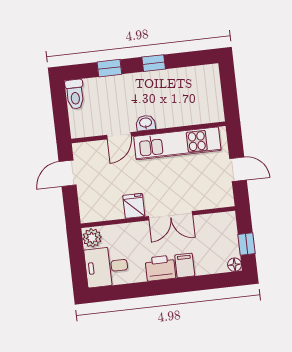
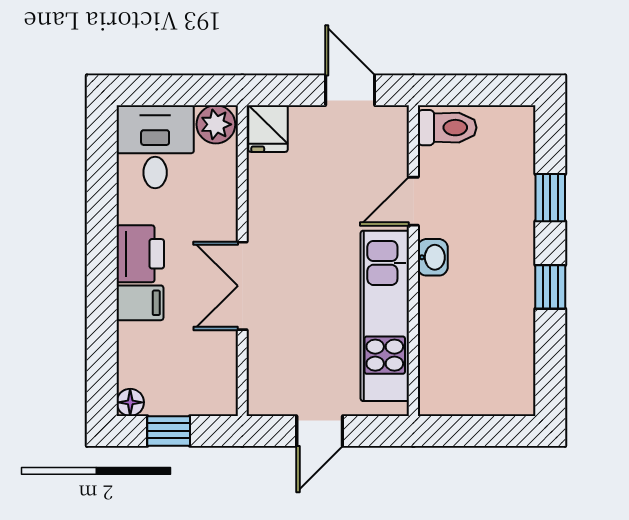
toilet: (75, 94) -> (447, 128), moved, turned 180
door: (119, 136) -> (413, 201), hinge flipped
fridge: (134, 206) -> (268, 129), moved, turned 90

